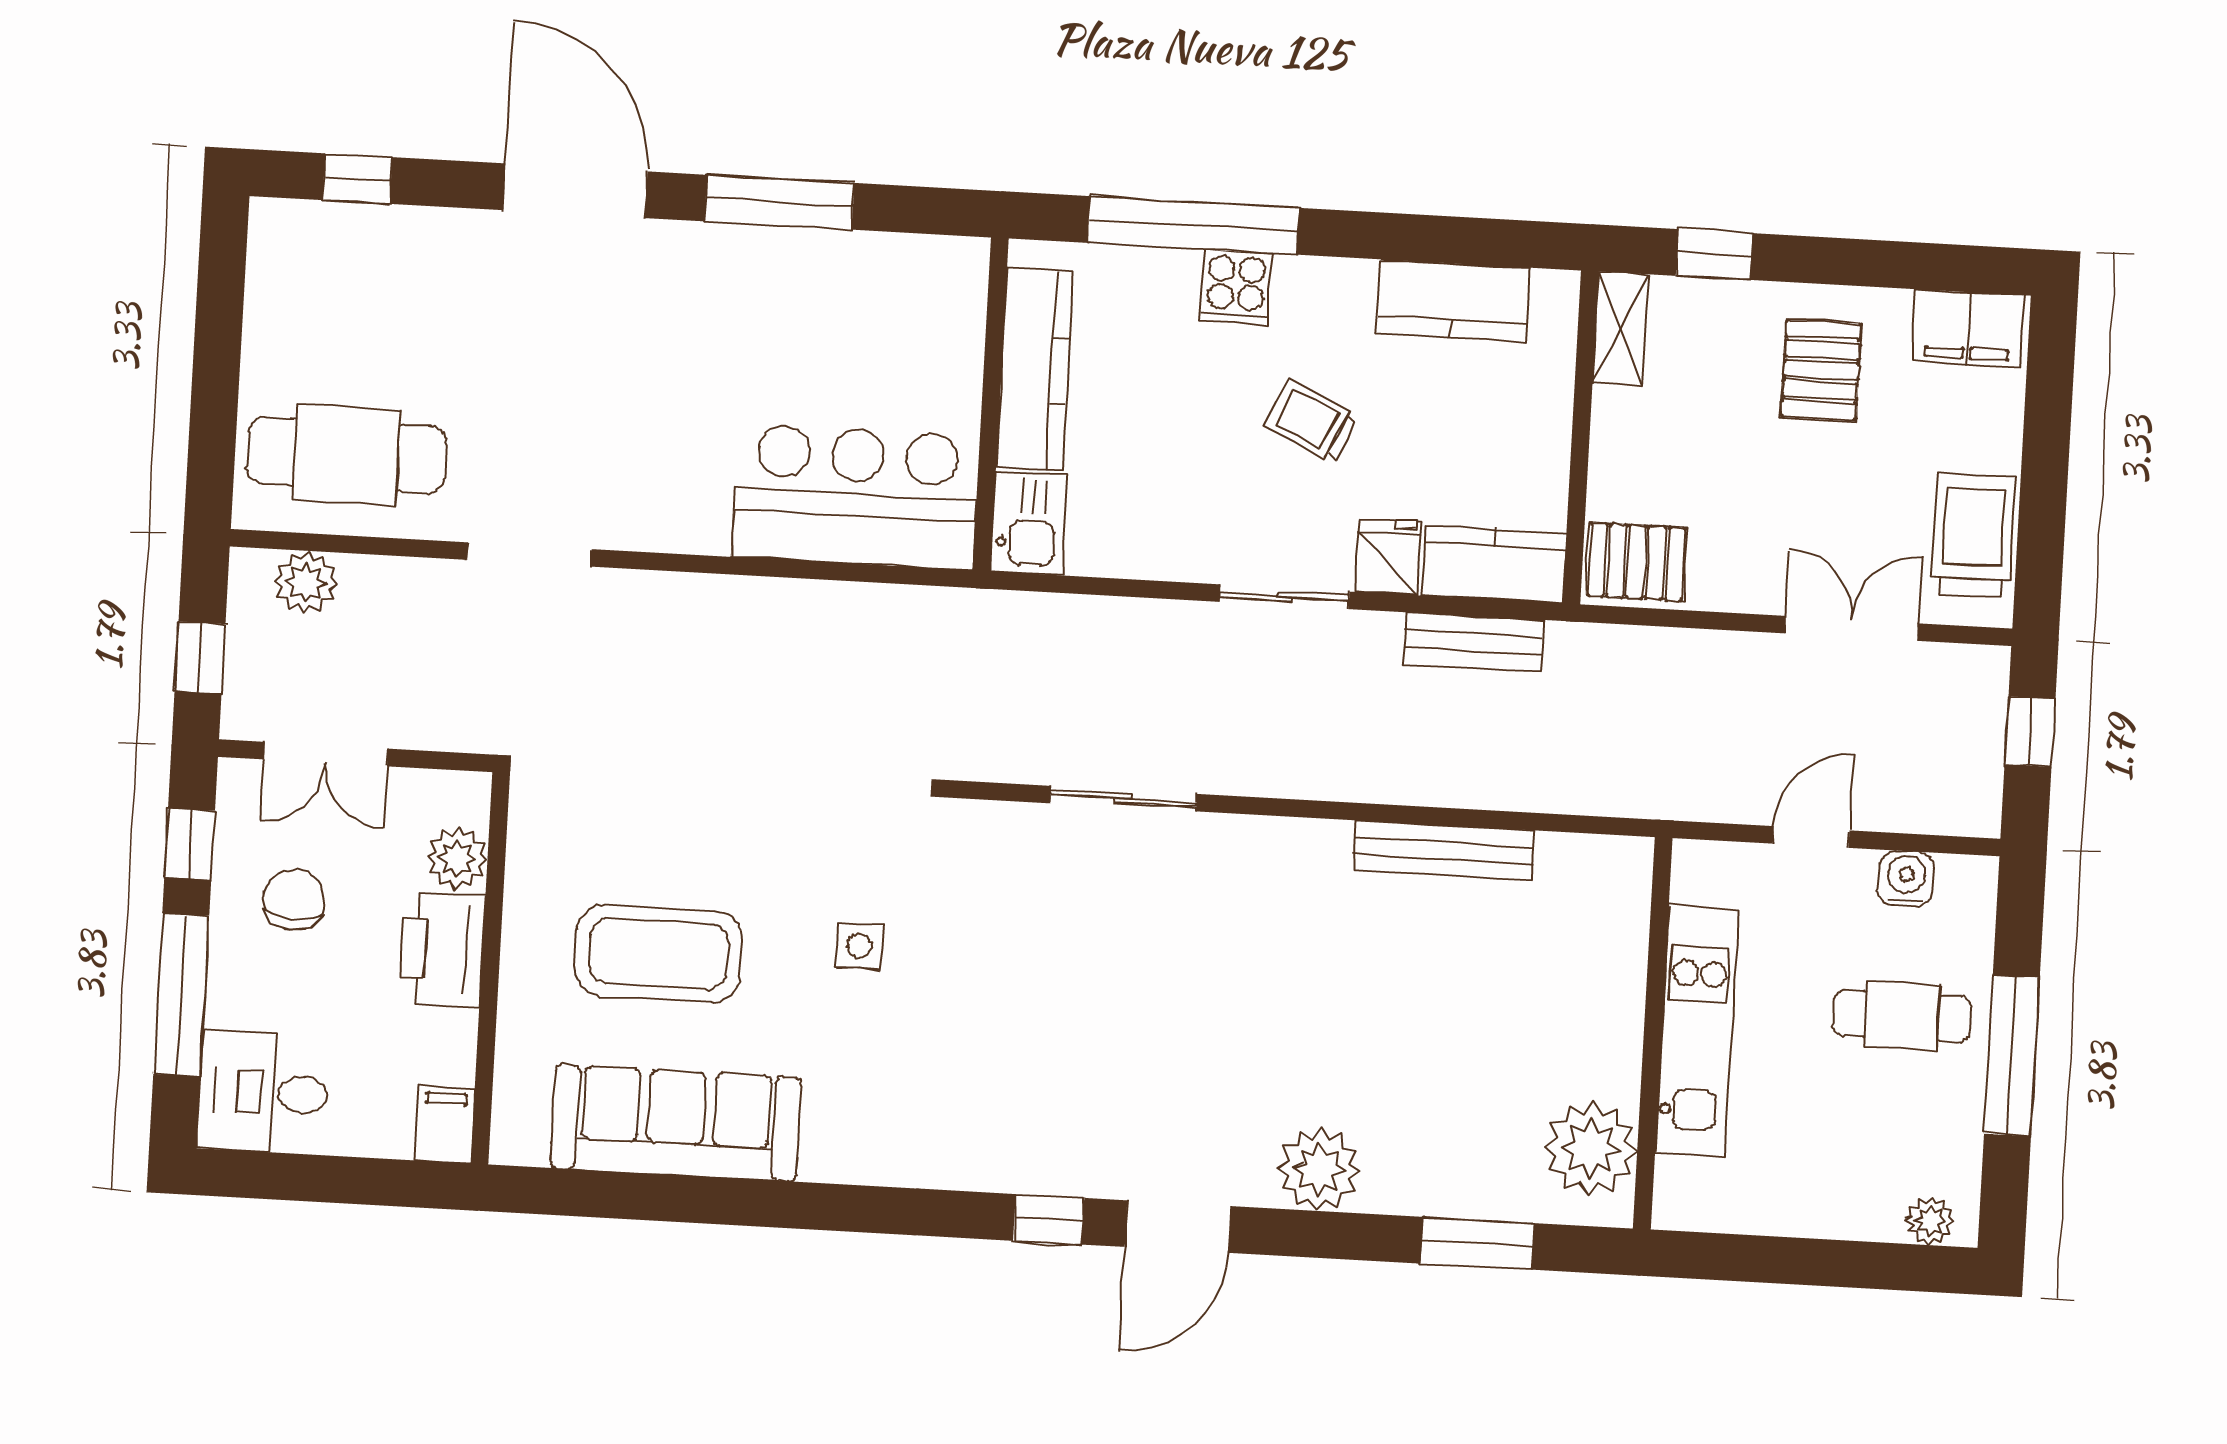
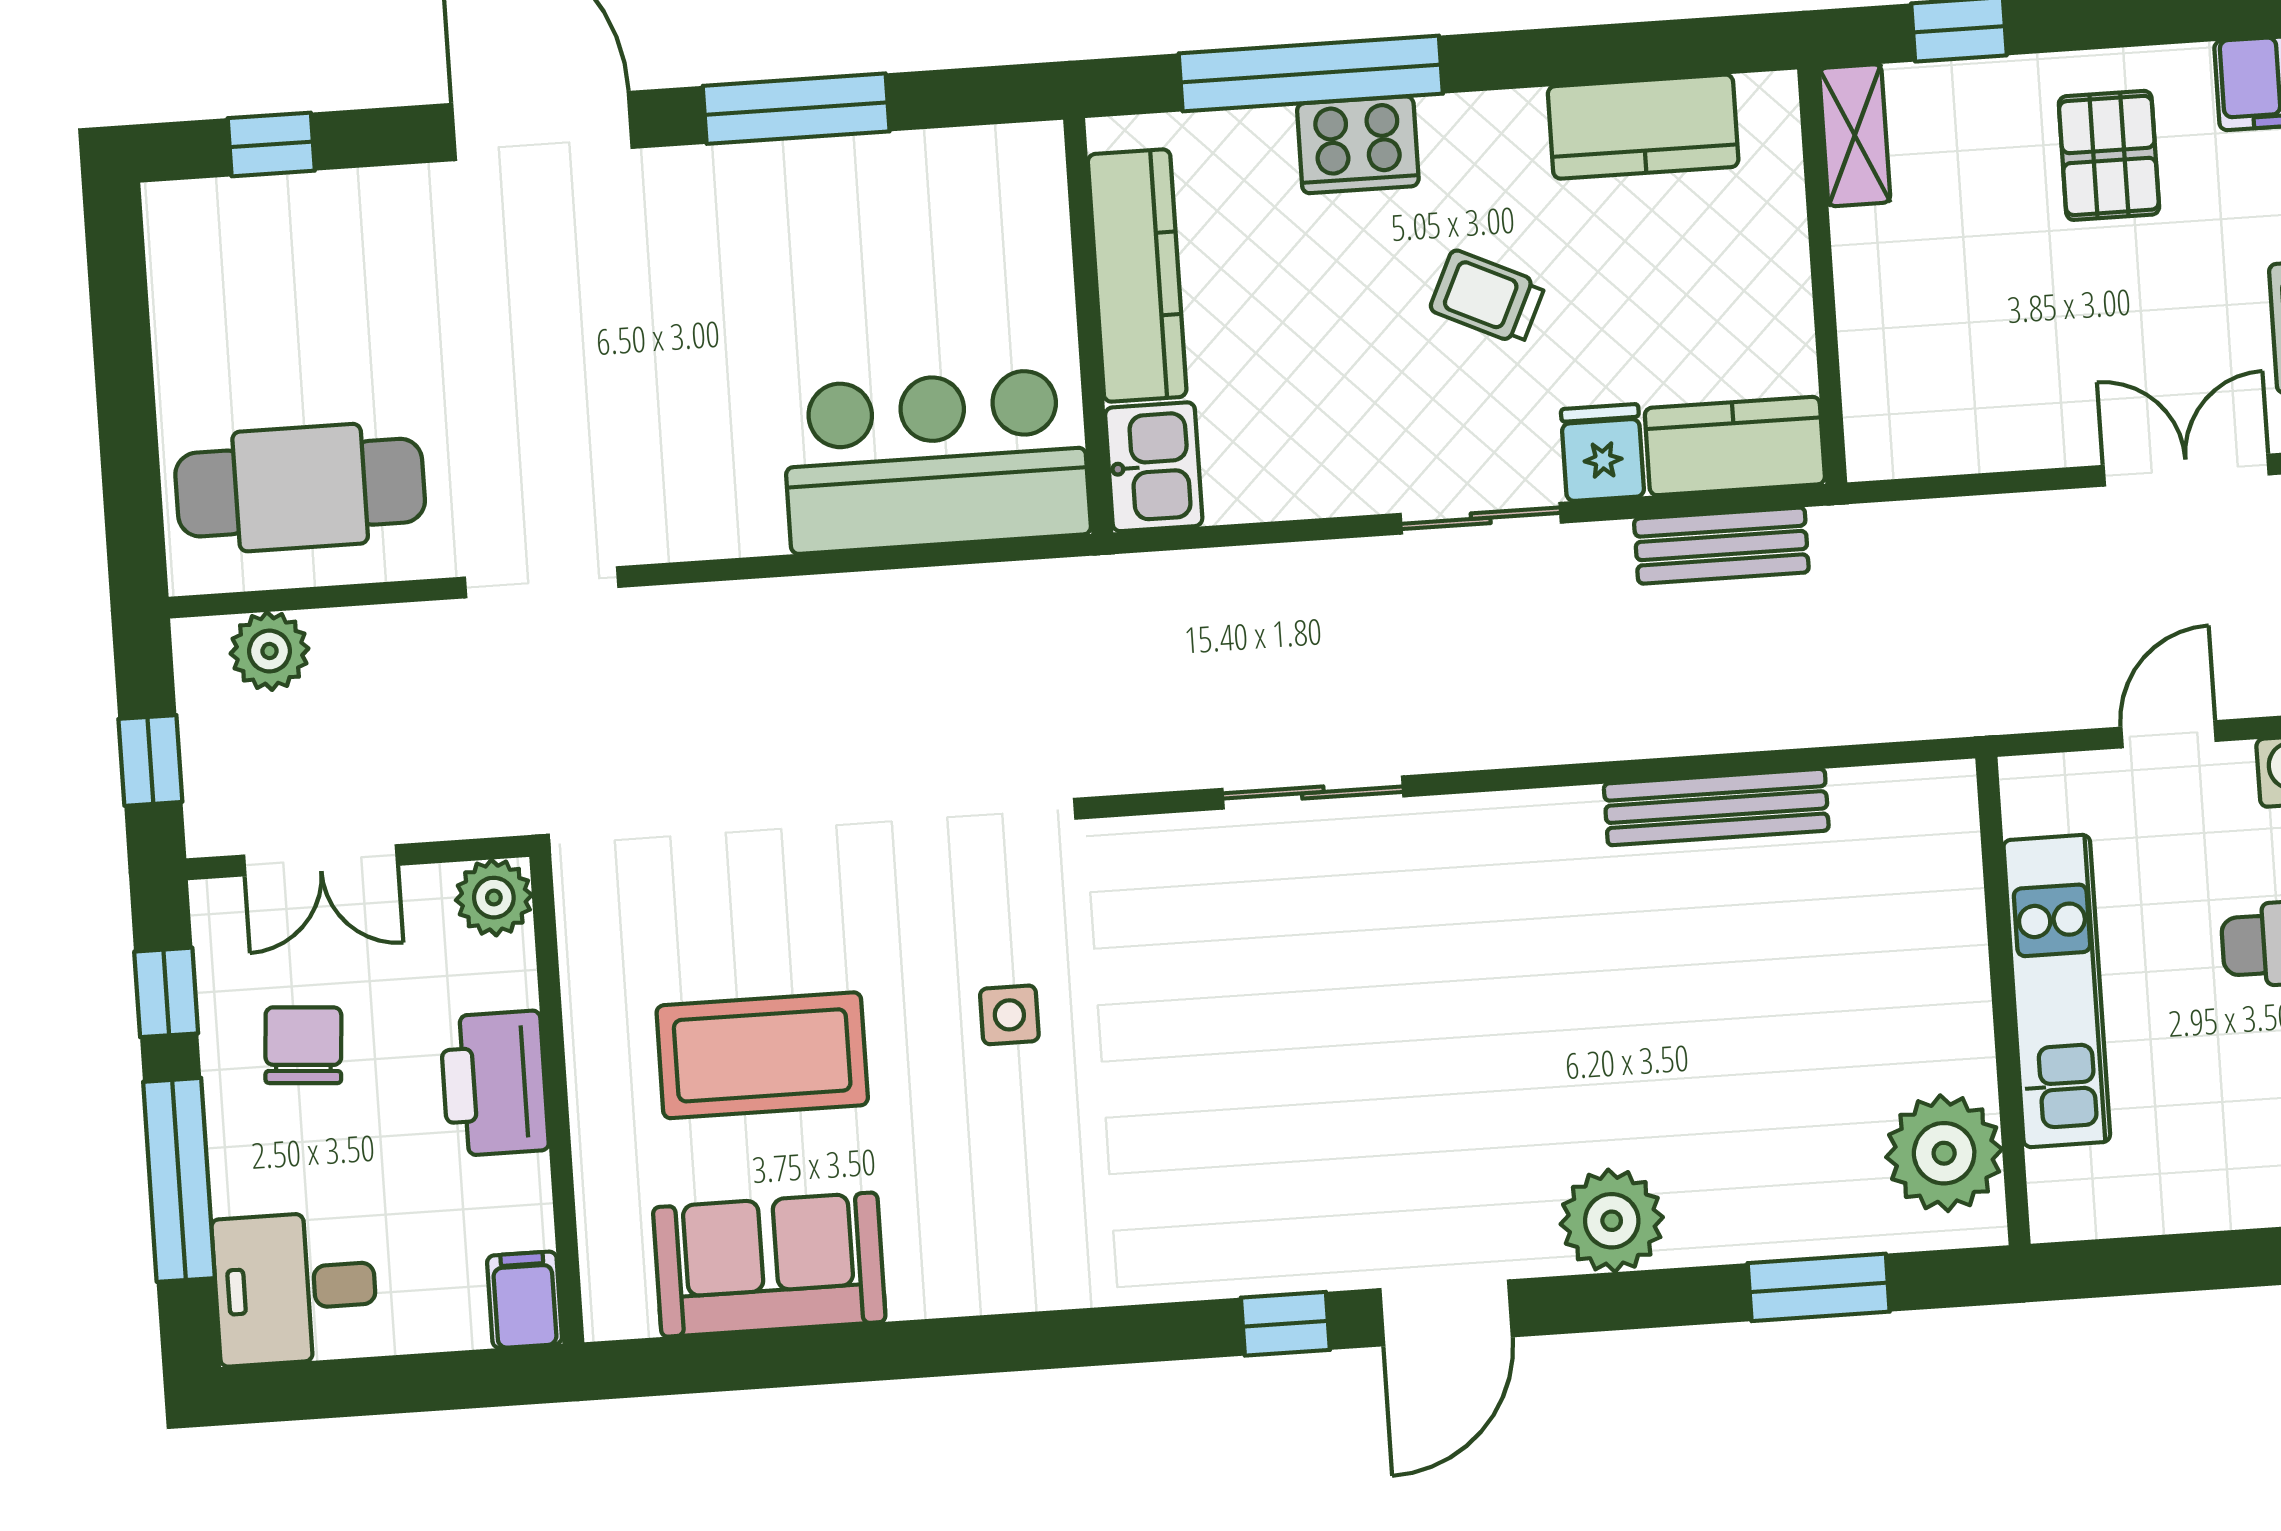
cooker: (1236, 287) -> (1358, 145), width x1.36
pallet: (1636, 562) -> (1910, 421), removed
plant: (457, 858) -> (494, 898), moved
sofa: (676, 1123) -> (769, 1265), width x0.73

